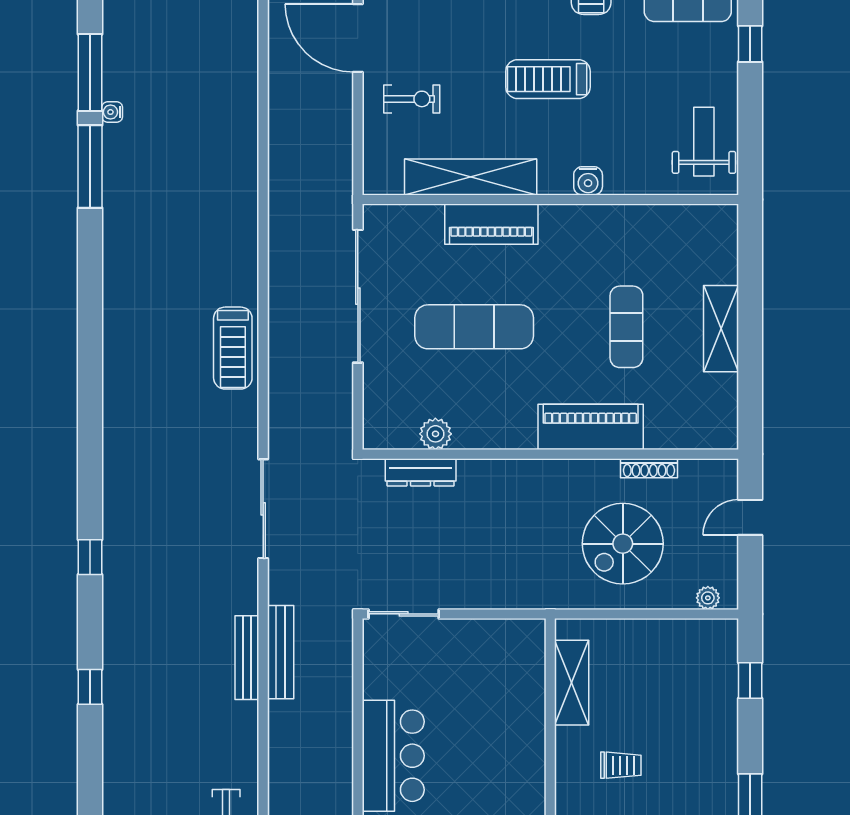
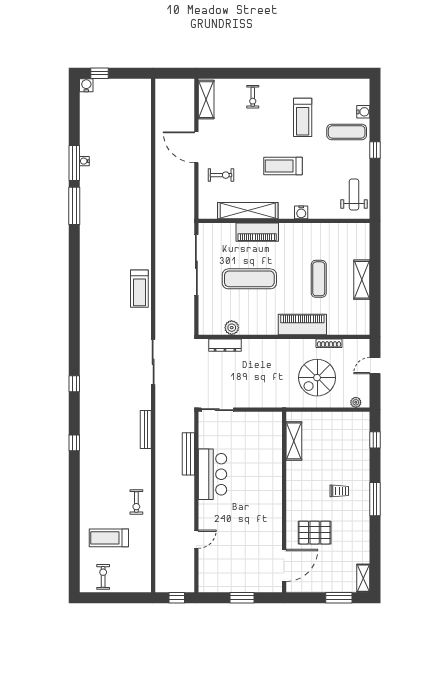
water cooler: (112, 112) -> (84, 161), moved
bench: (281, 652) -> (188, 454), moved
trolley: (621, 765) -> (339, 491), moved

